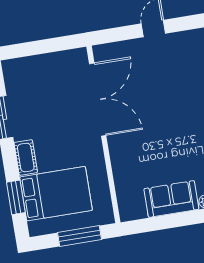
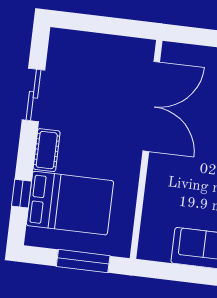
window: (16, 197) -> (21, 194), width x0.67

